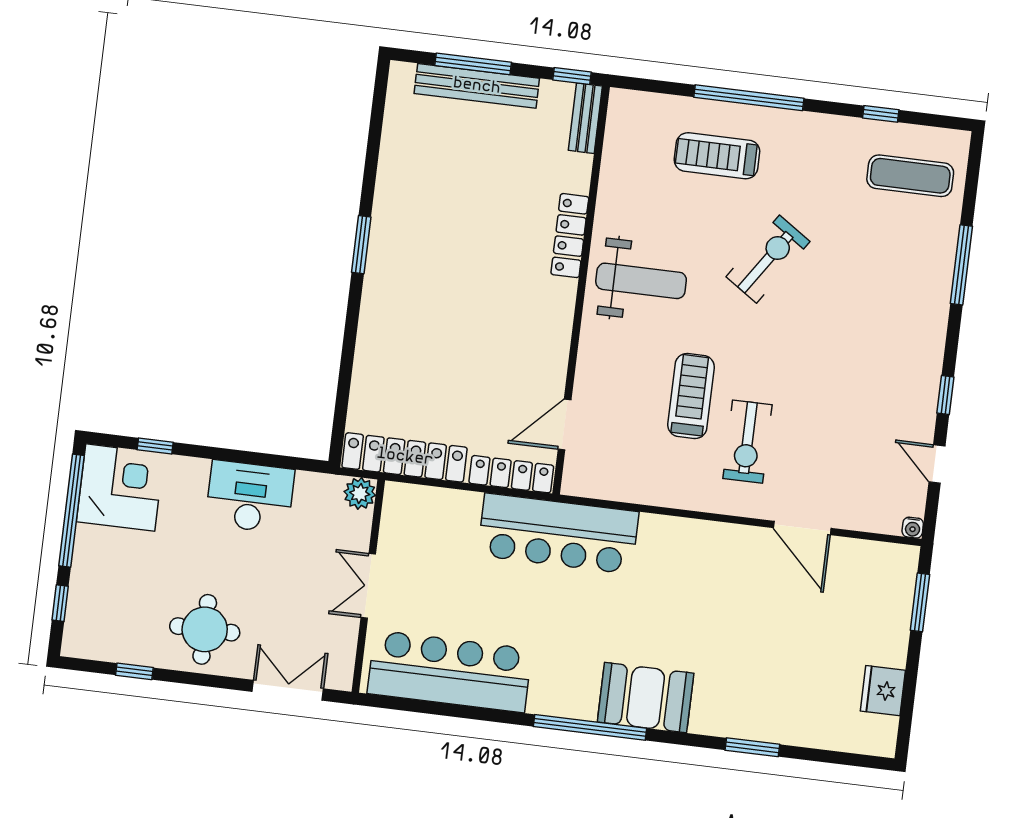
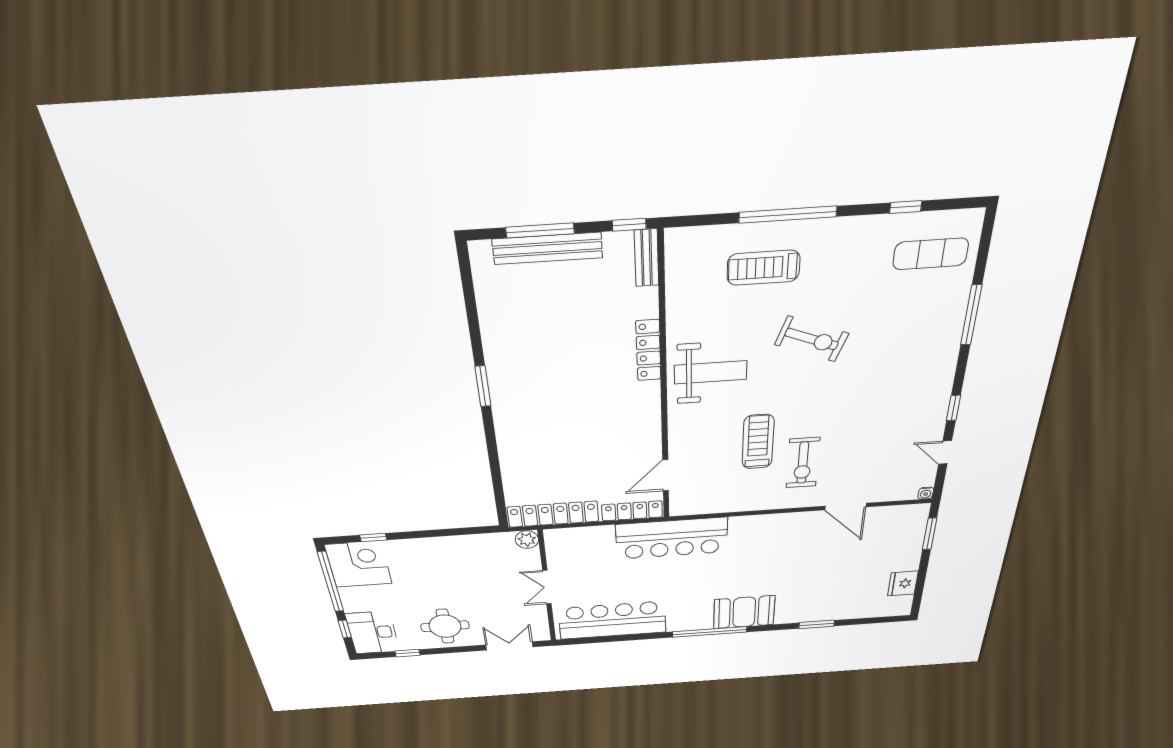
exercise bike: (768, 259) -> (812, 339), turned 77
desk: (250, 497) -> (373, 632), moved, turned -90

